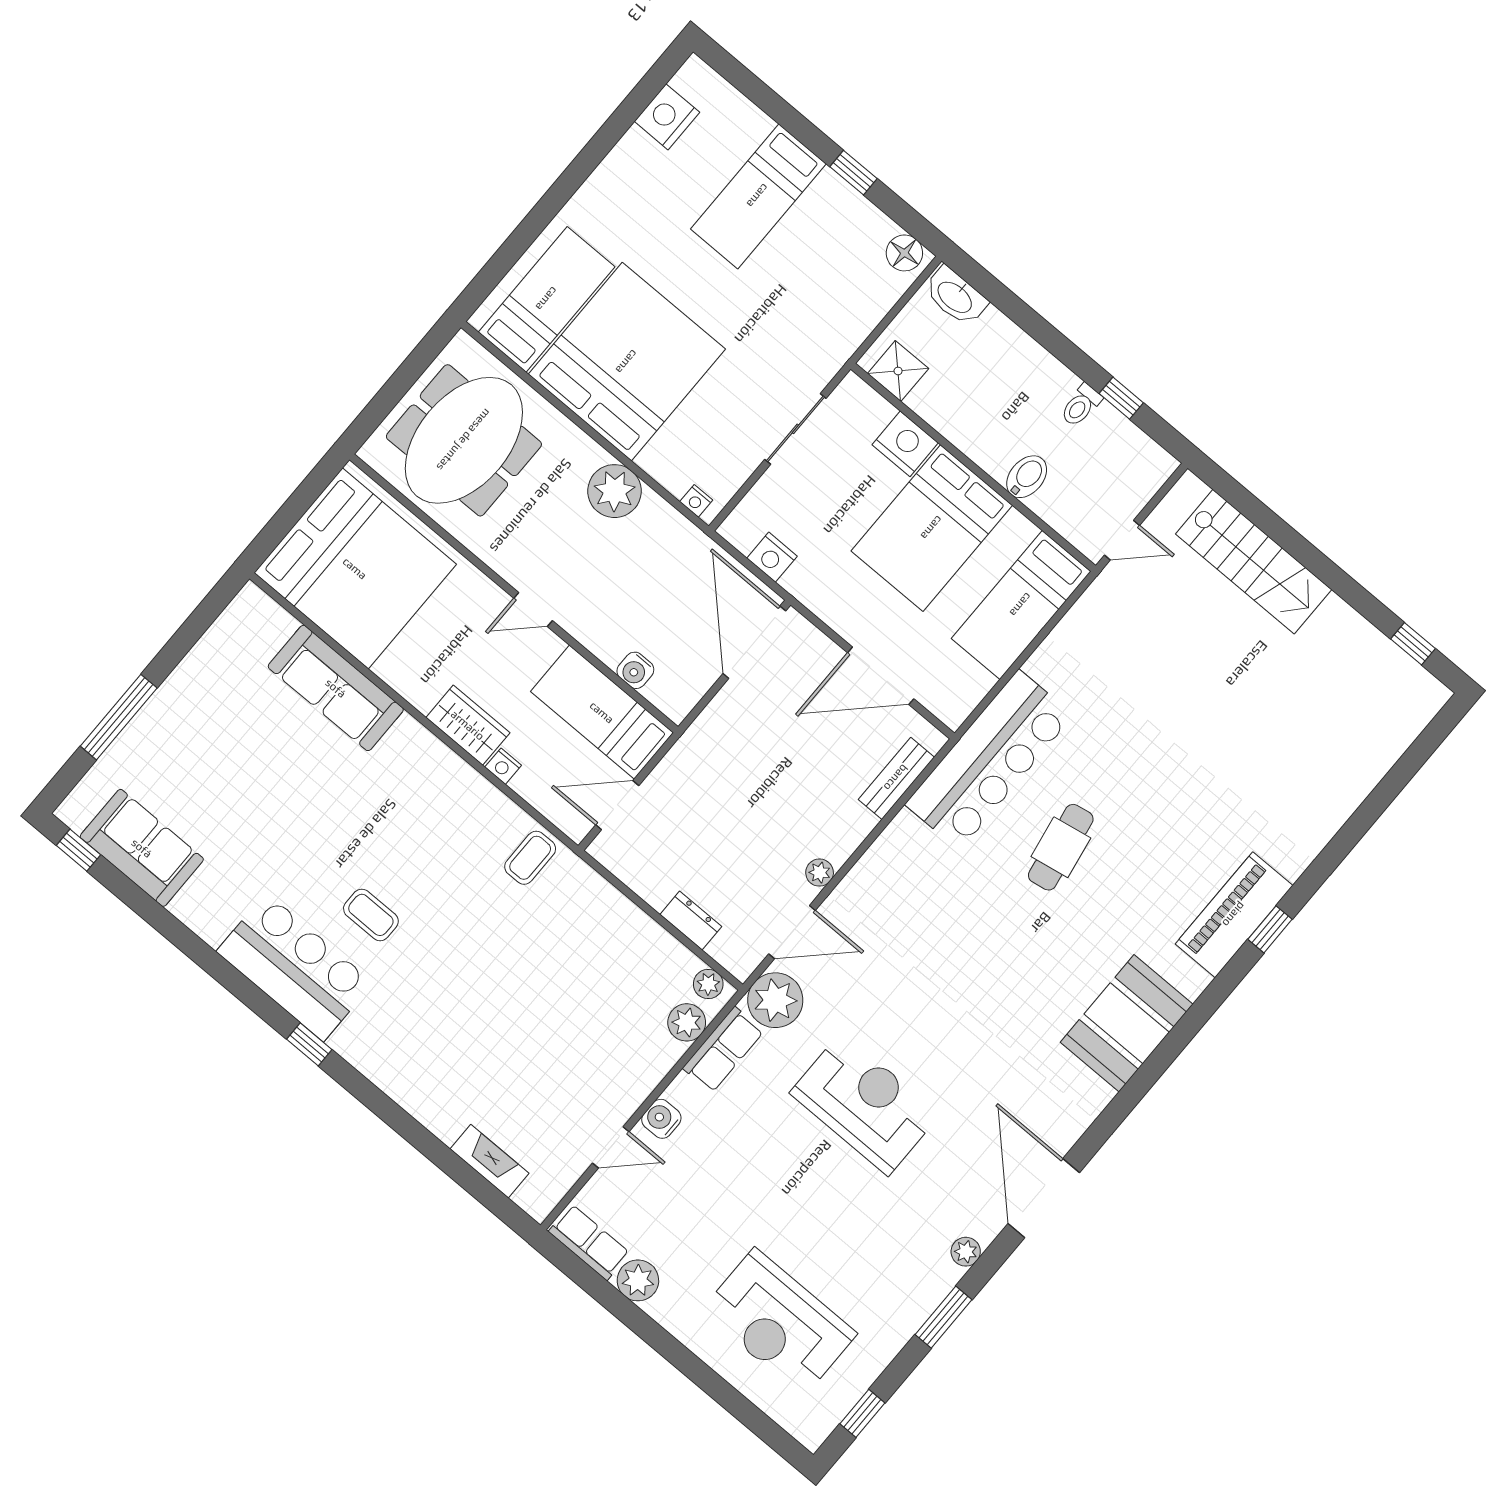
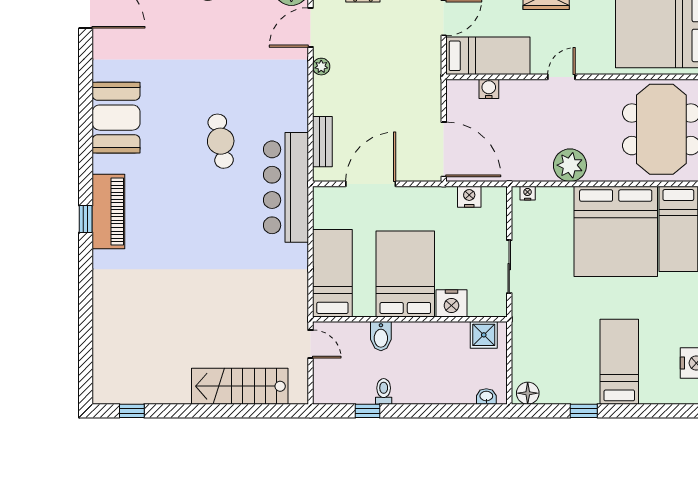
washbasin: (955, 296) -> (486, 396), width x0.52, depth x0.69
door: (1122, 540) -> (311, 344), swing flipped
cafe table: (1061, 847) -> (221, 141), moved

